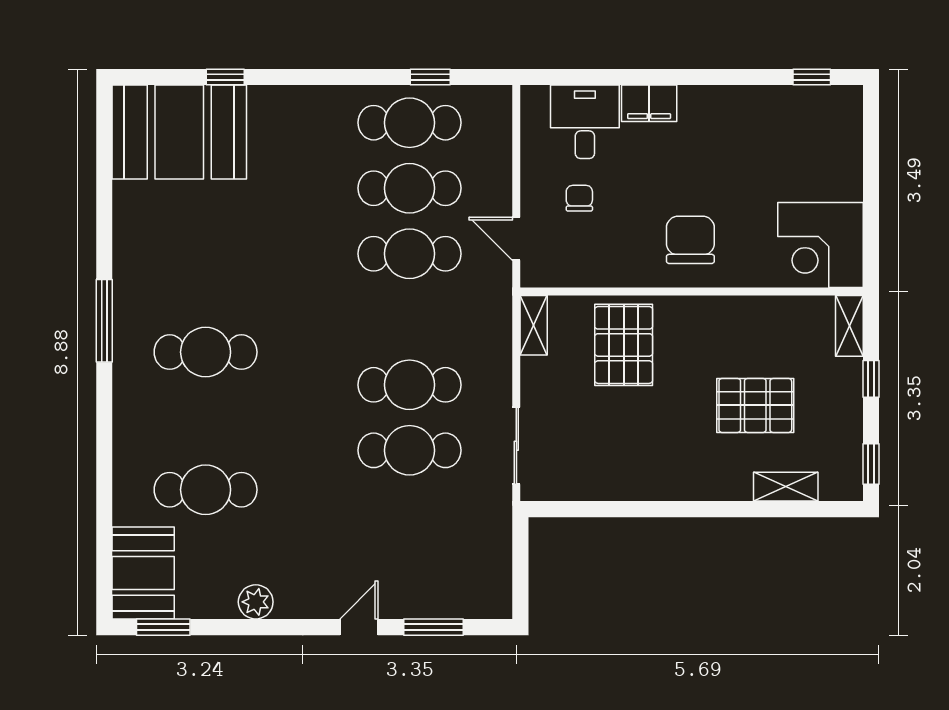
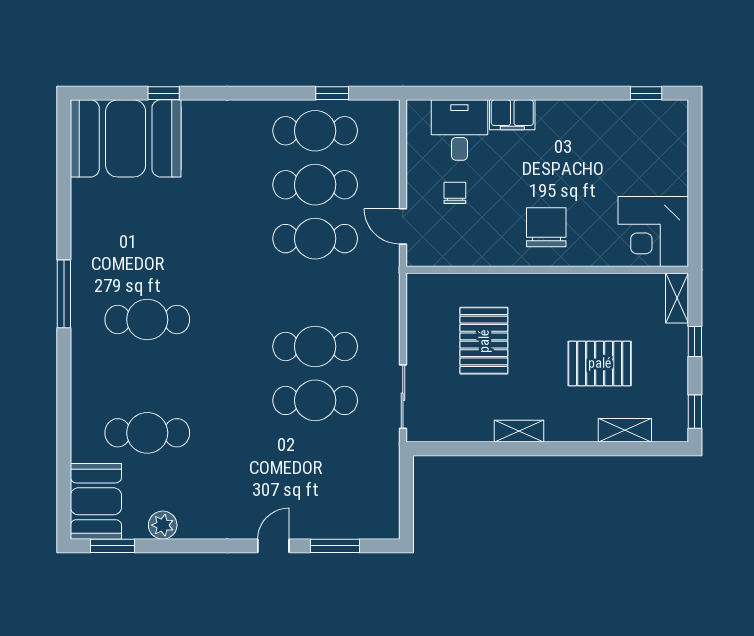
shelving: (534, 325) -> (519, 431), moved, turned 90
pallet: (624, 345) -> (484, 341), moved
plant: (256, 602) -> (163, 525), moved

